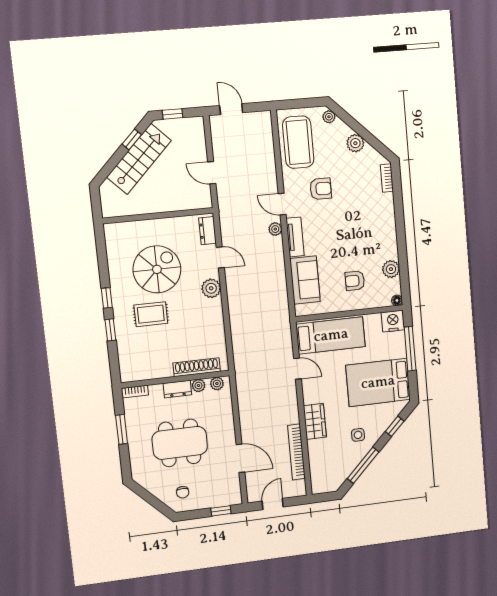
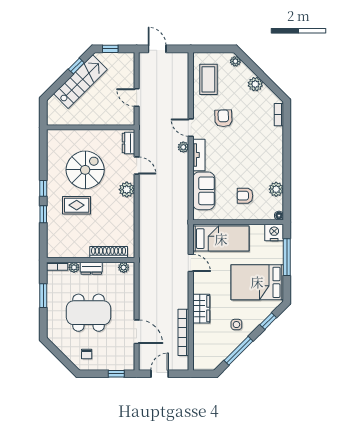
coffee table: (298, 142) -> (208, 79), width x0.73, depth x0.76
armchair: (321, 189) -> (223, 118), turned -92
plant: (199, 386) -> (74, 267), moved

